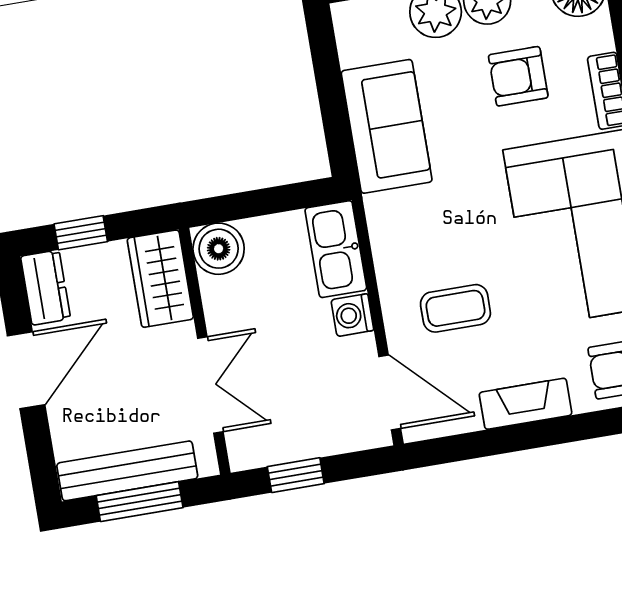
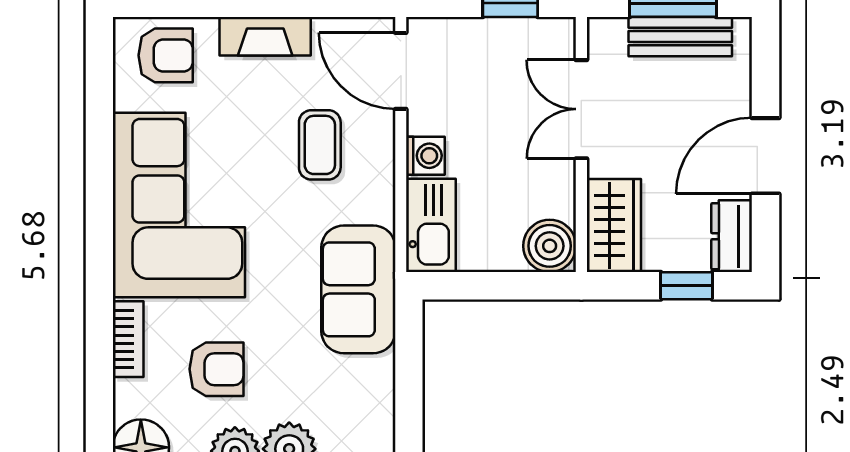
sofa: (387, 126) -> (358, 289), moved
coffee table: (455, 308) -> (320, 145), turned 90
bench: (127, 471) -> (680, 37), width x0.73

